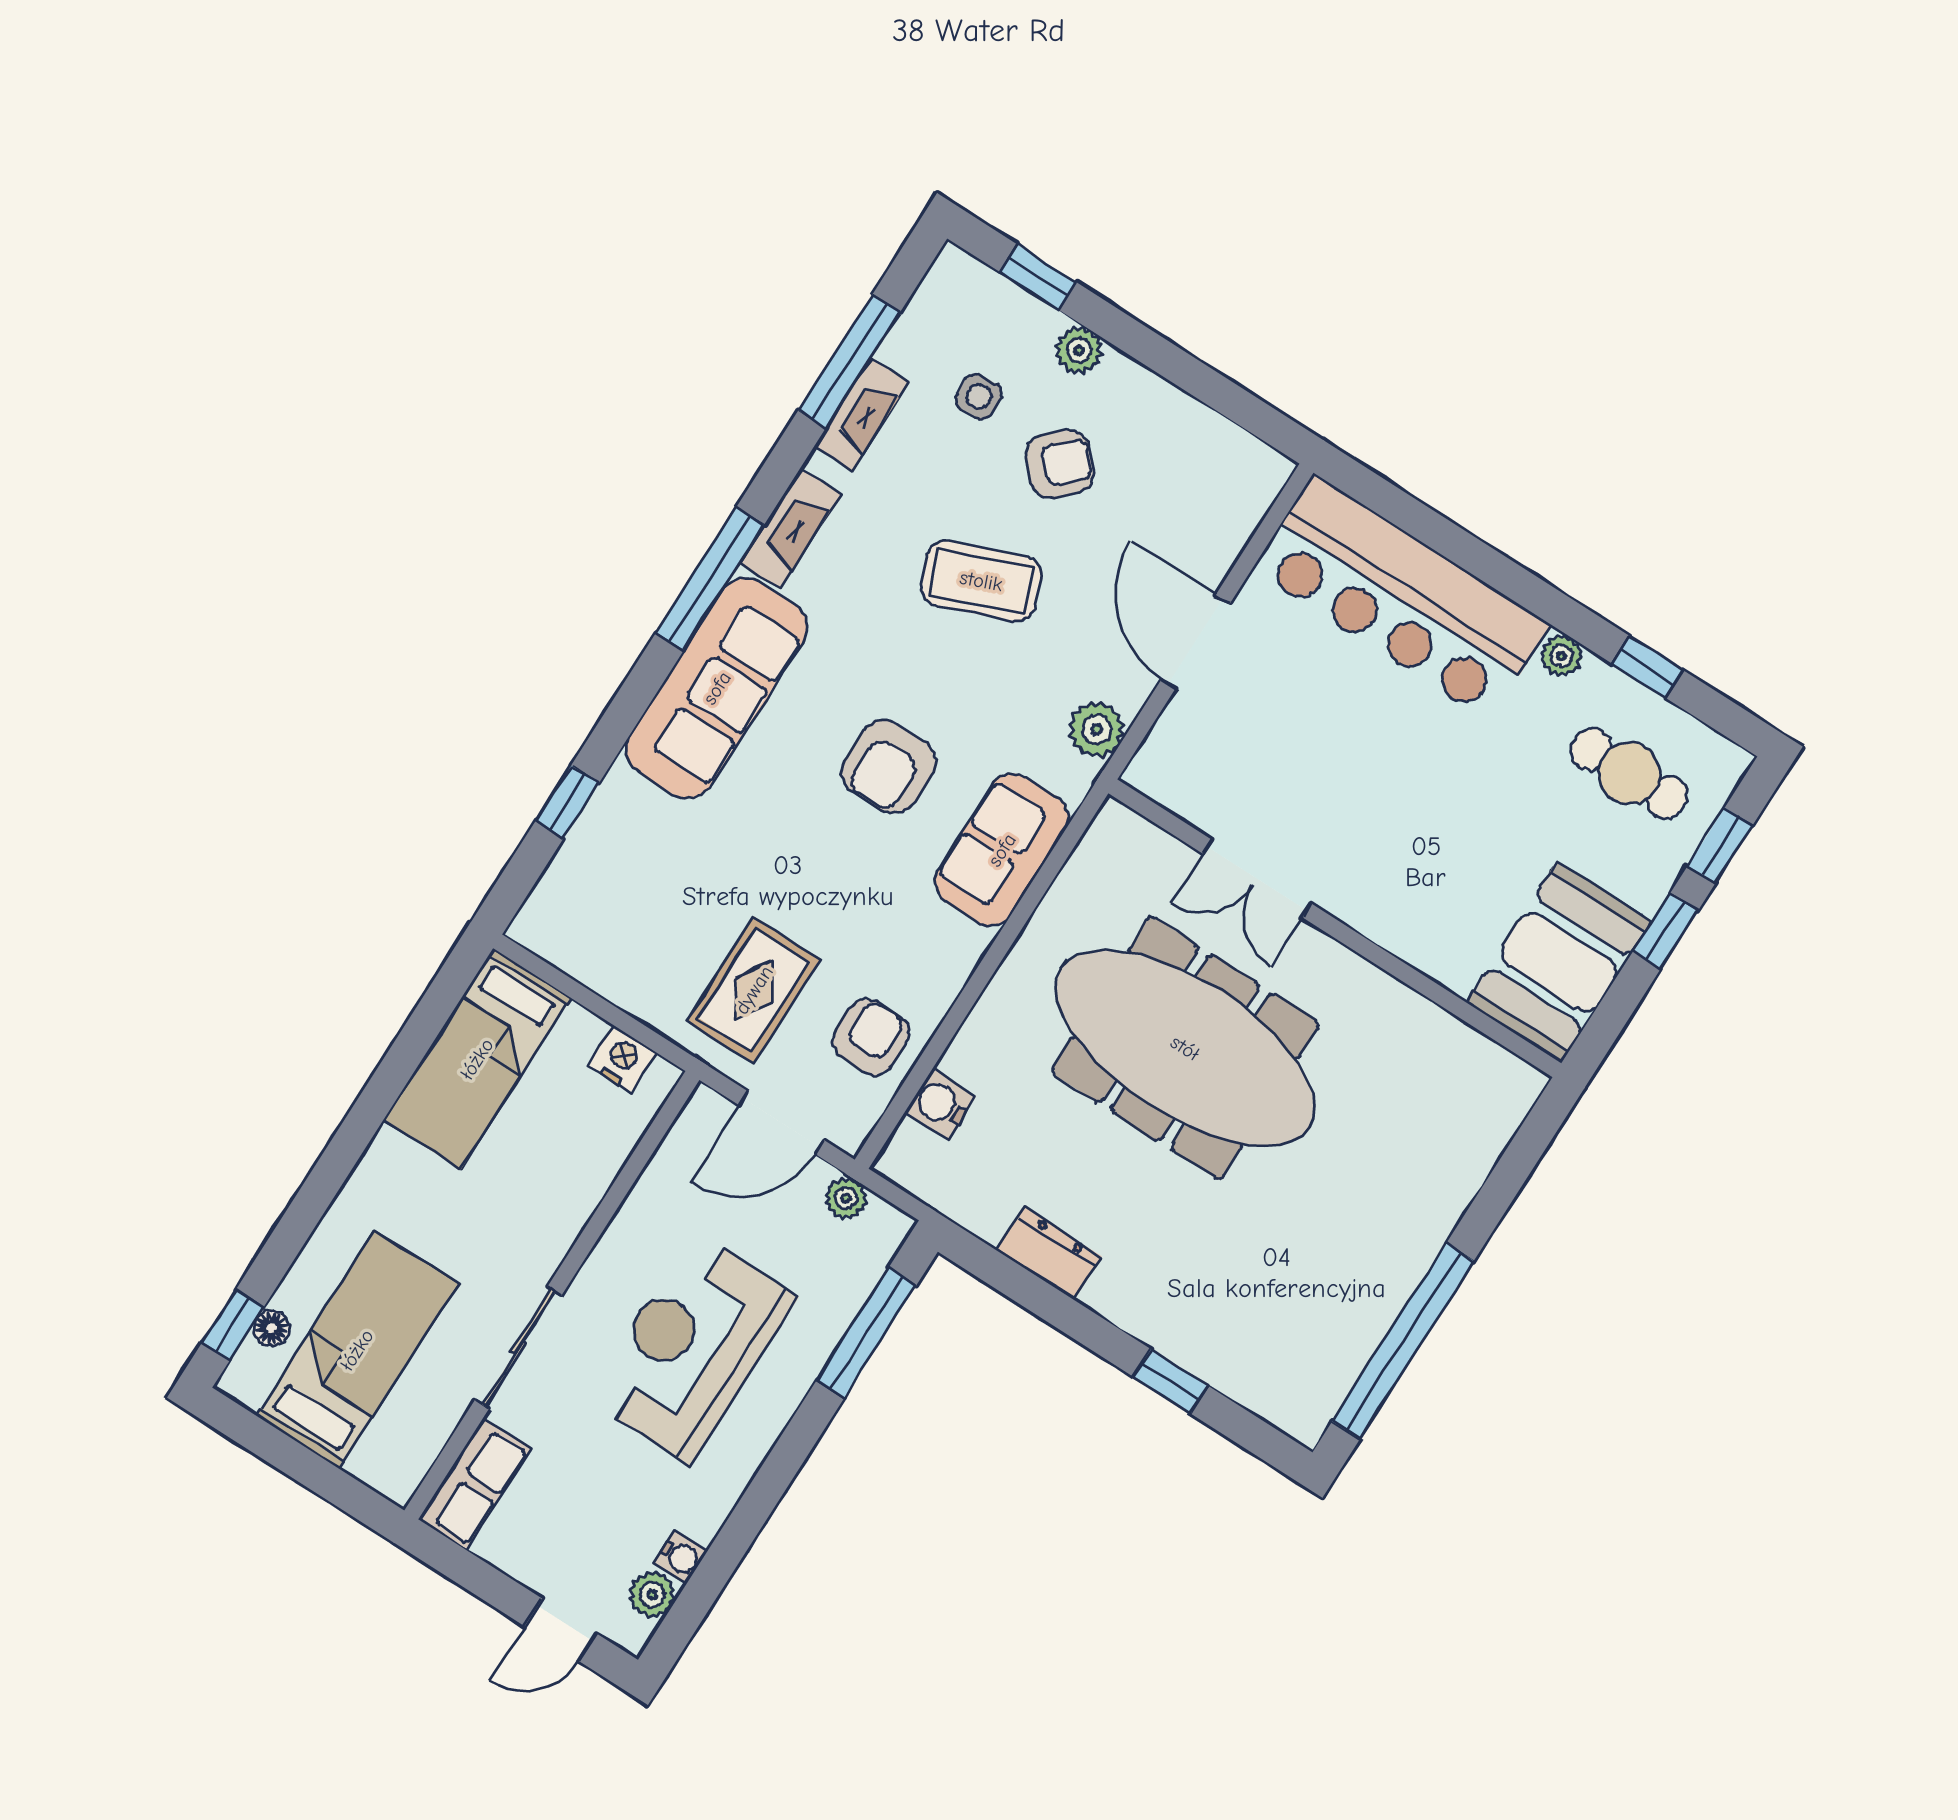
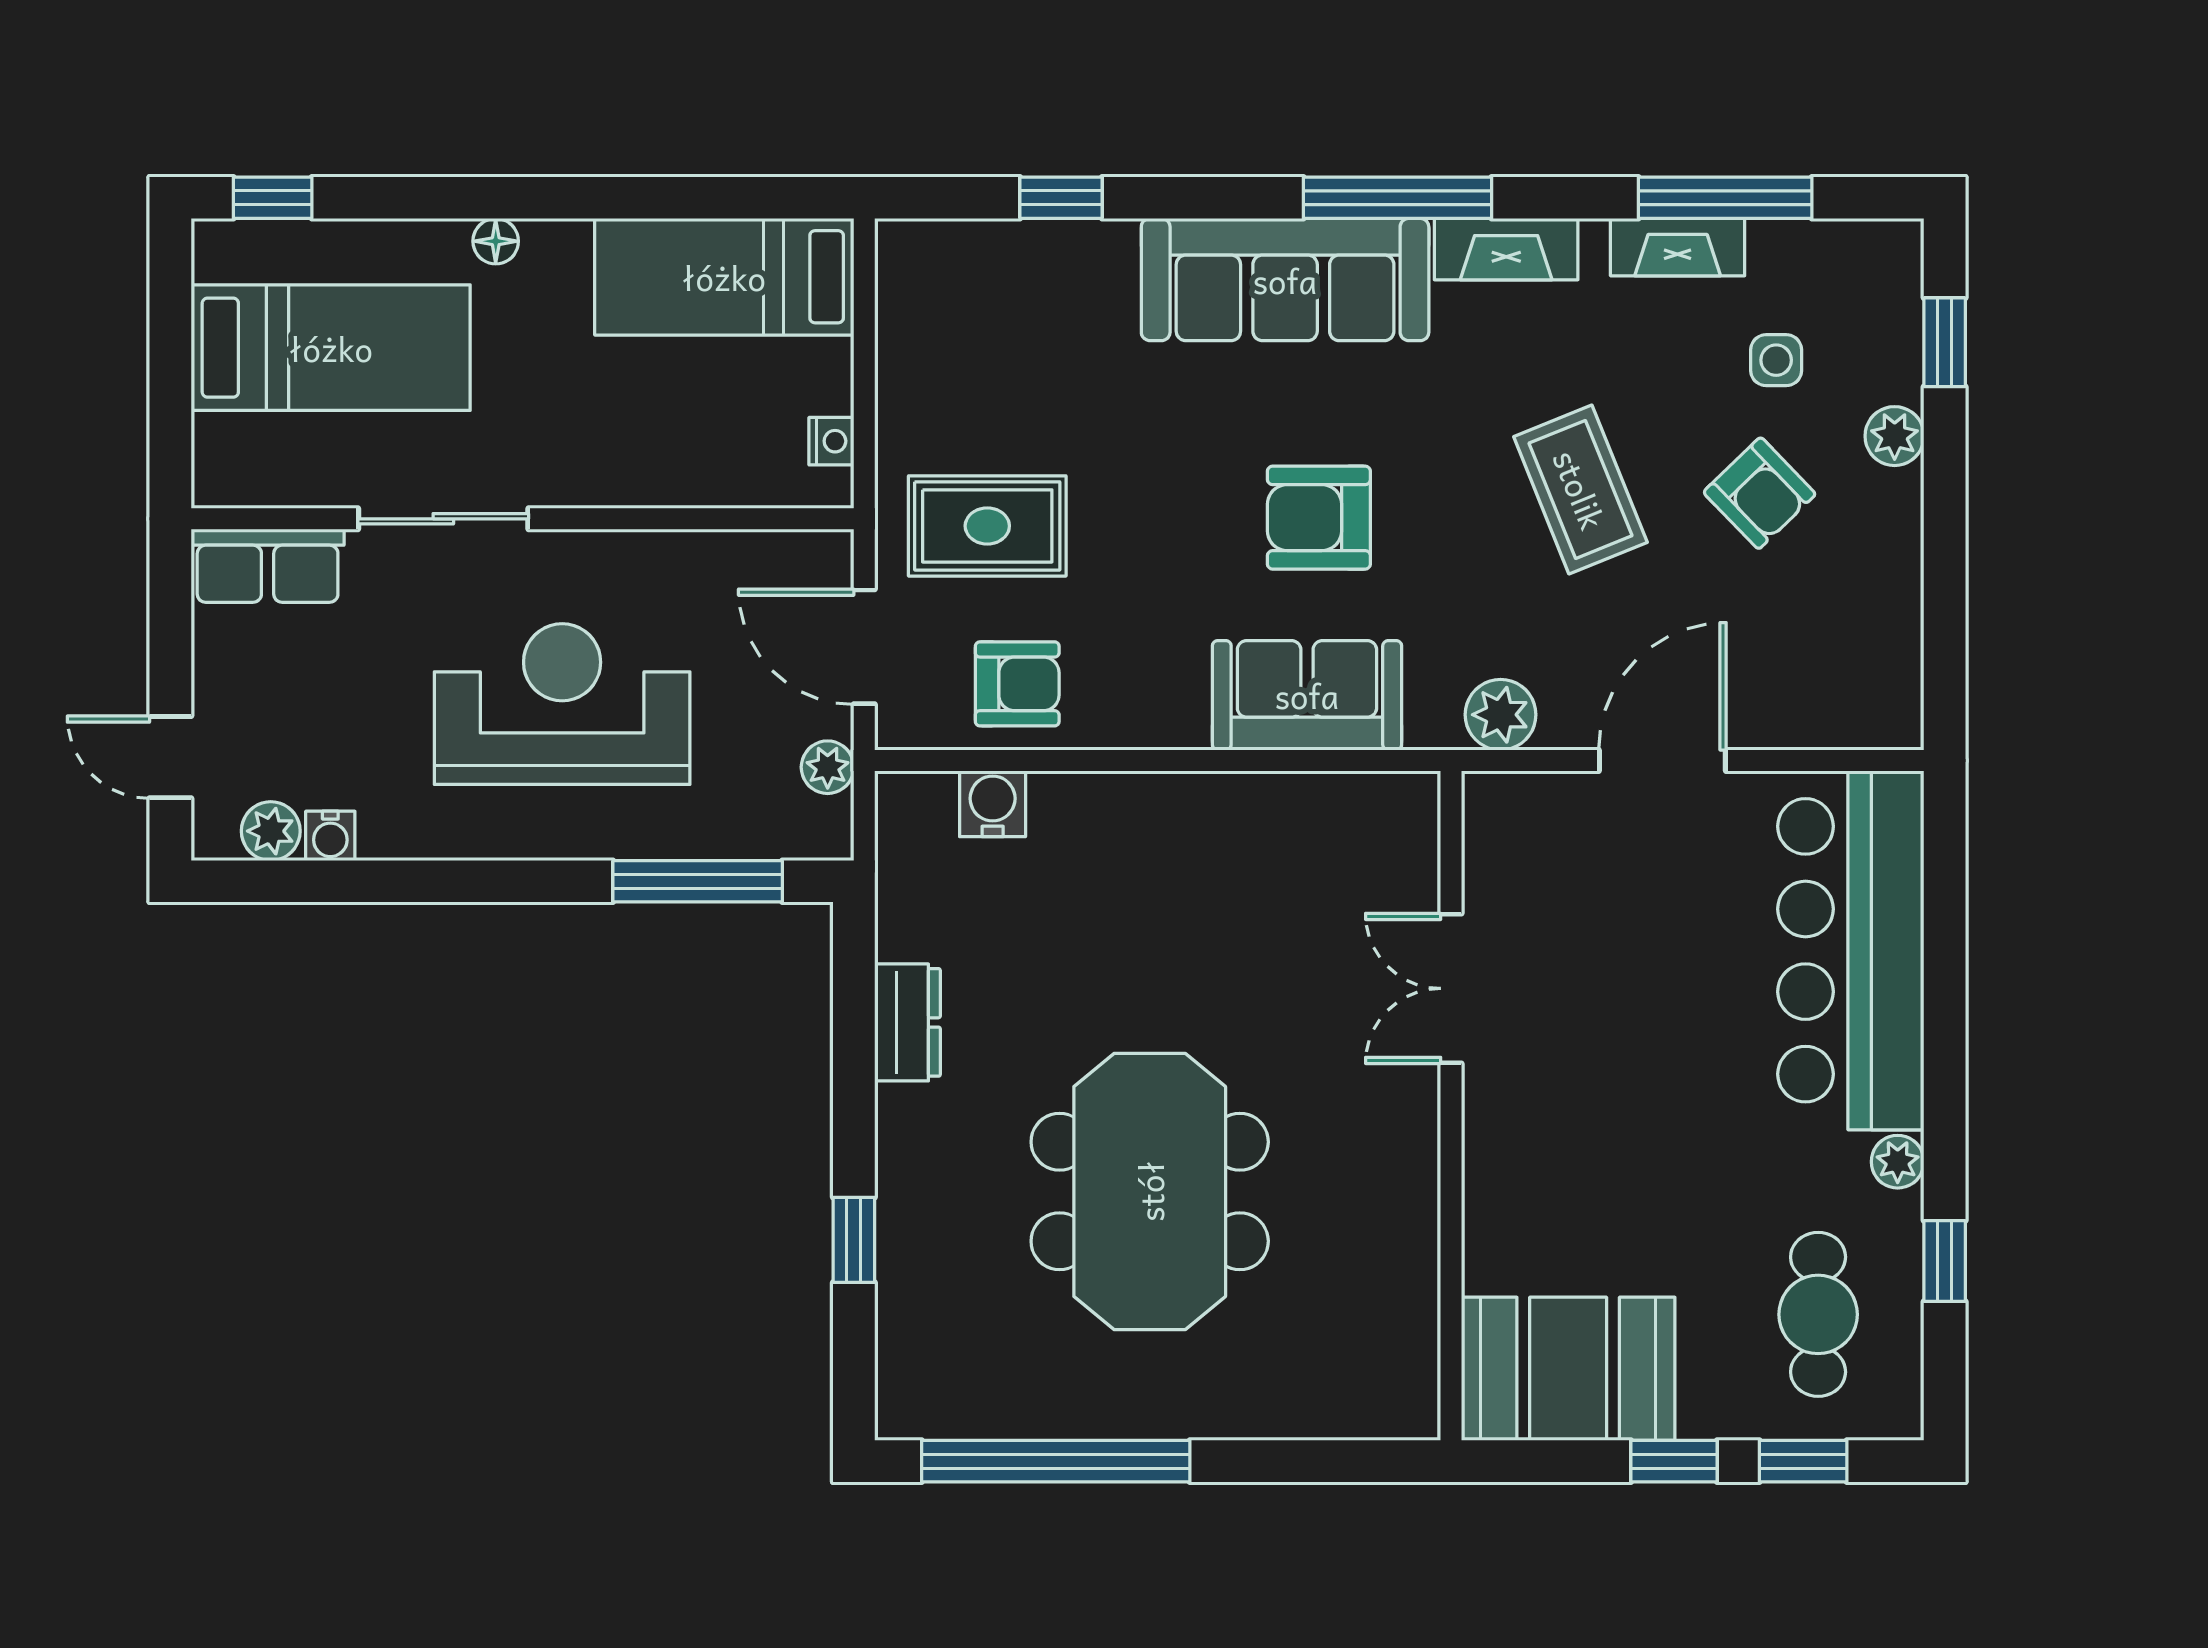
meeting table: (1185, 1048) -> (1150, 1191), moved, width x0.73
nightstand: (622, 1059) -> (831, 441), width x0.72, depth x0.74
floor lamp: (272, 1328) -> (496, 241), moved

